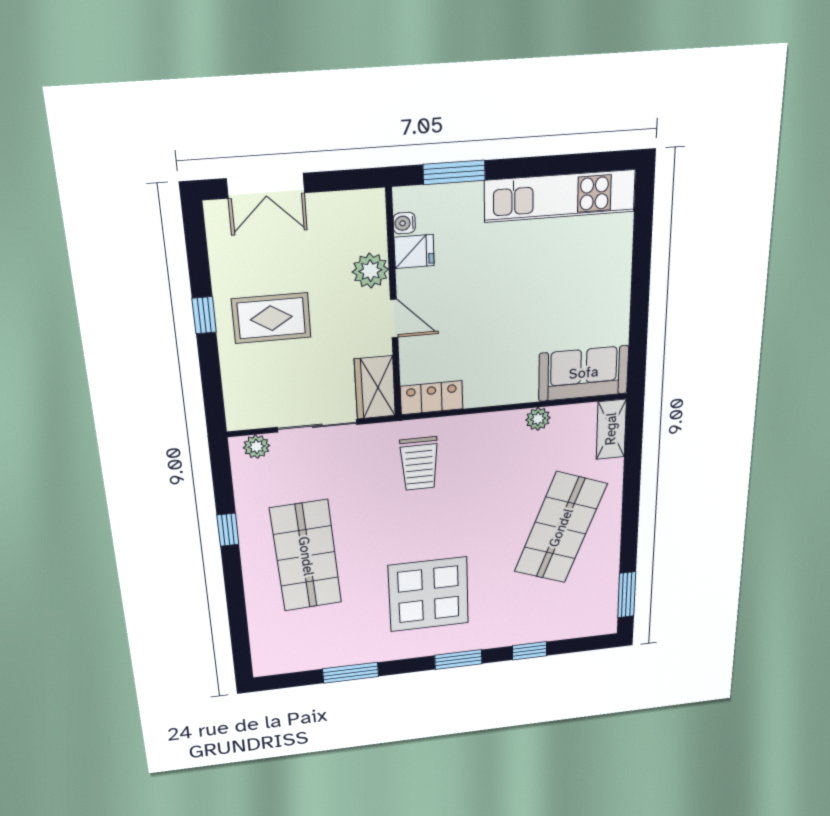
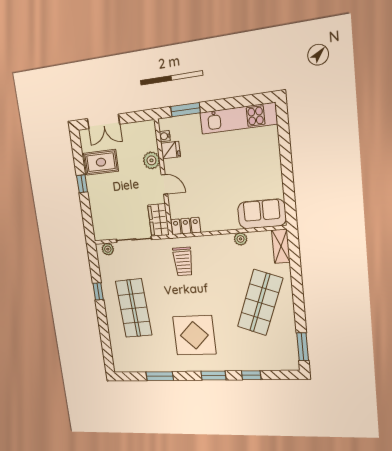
rug: (271, 318) -> (101, 162), moved

